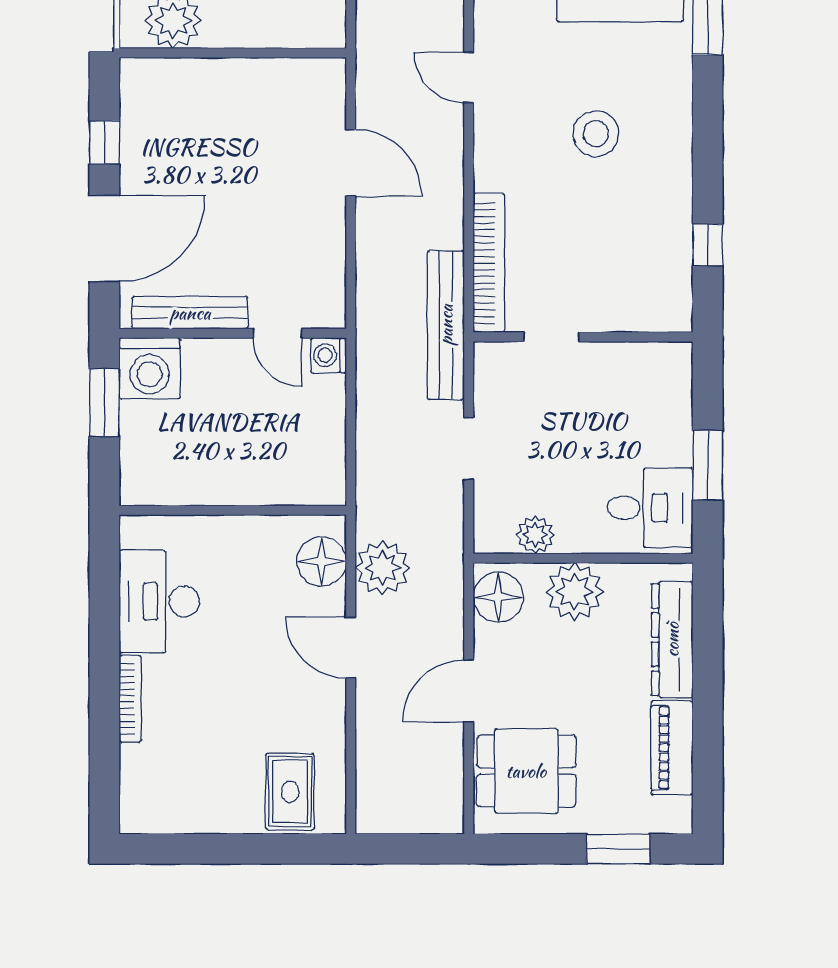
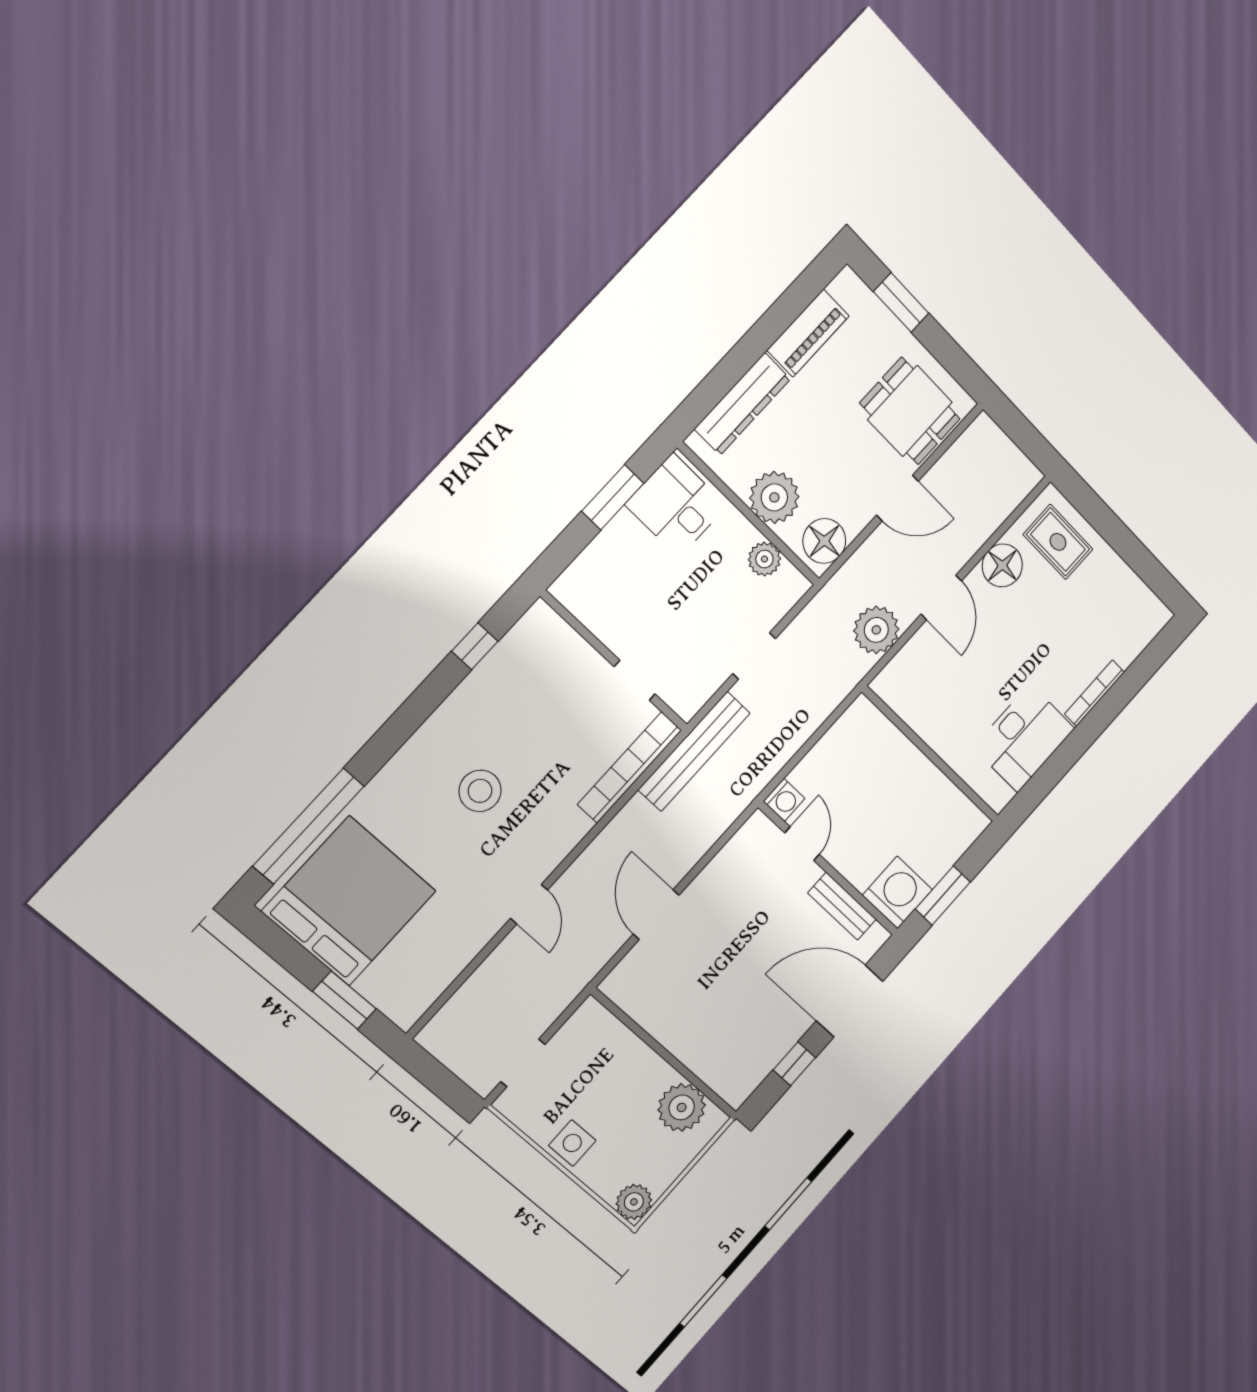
bench: (190, 313) -> (842, 906), width x0.73
floor lamp: (322, 562) -> (1002, 565), moved
rug: (290, 792) -> (1058, 542), turned 90

